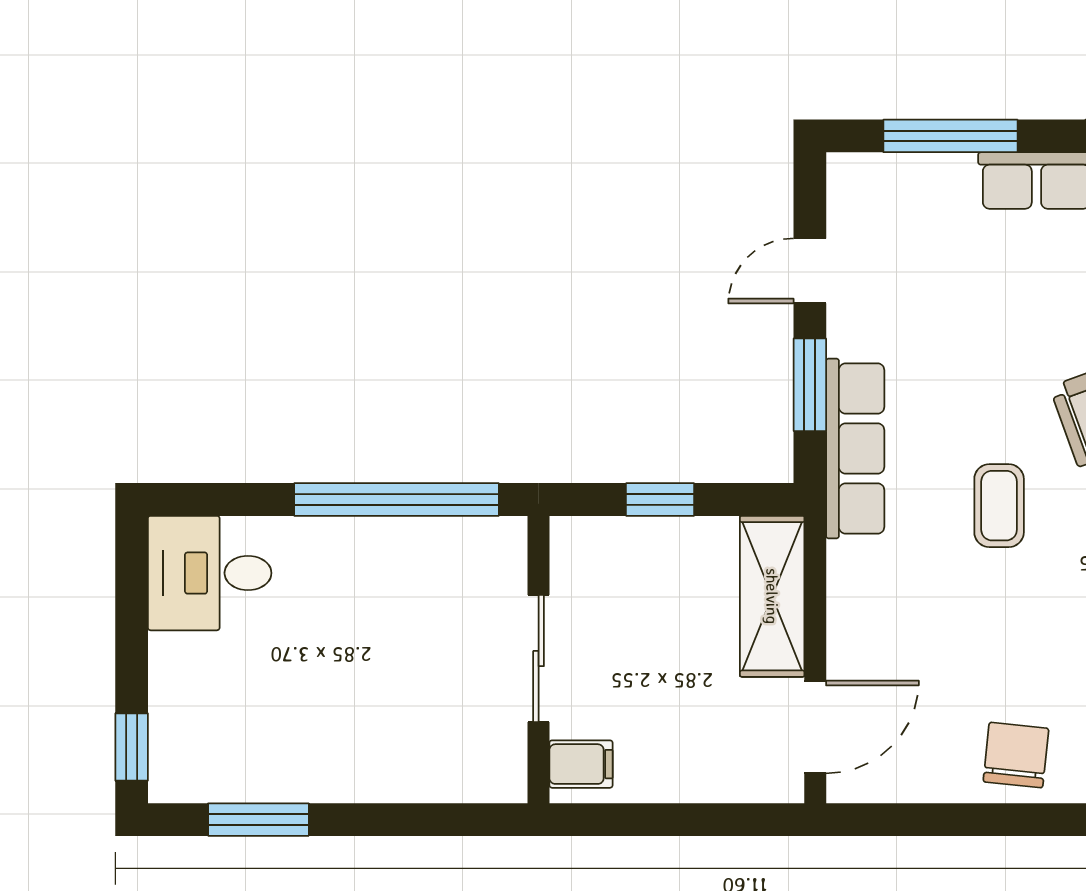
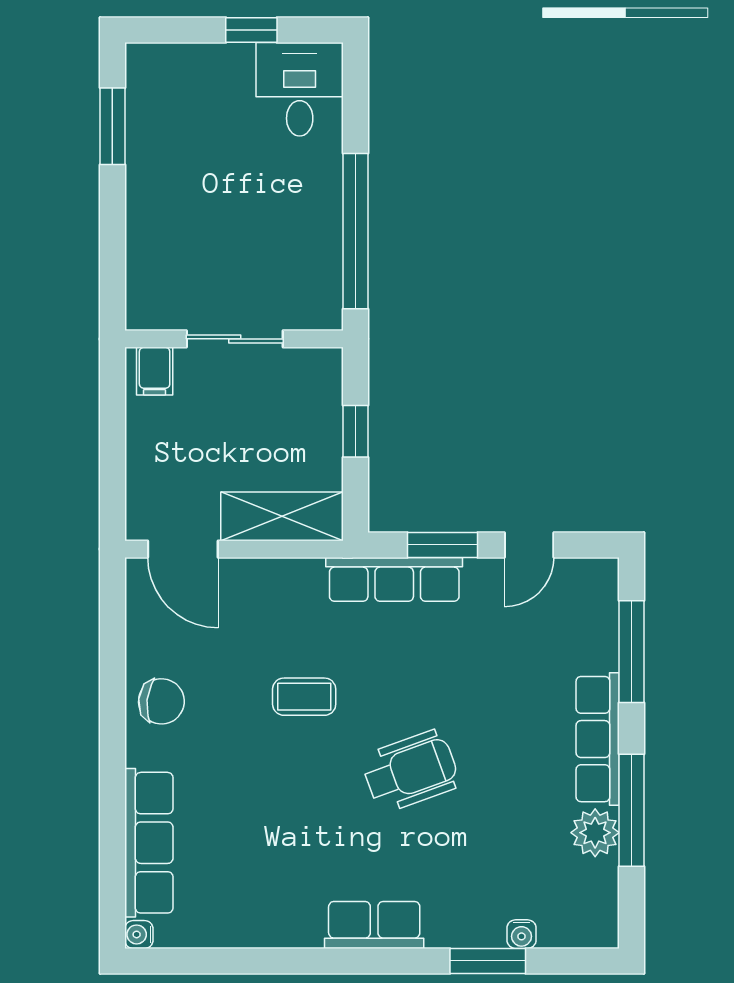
door: (810, 271) -> (529, 545), swing flipped
coffee table: (999, 506) -> (304, 697), moved
window: (132, 747) -> (251, 30), moved

